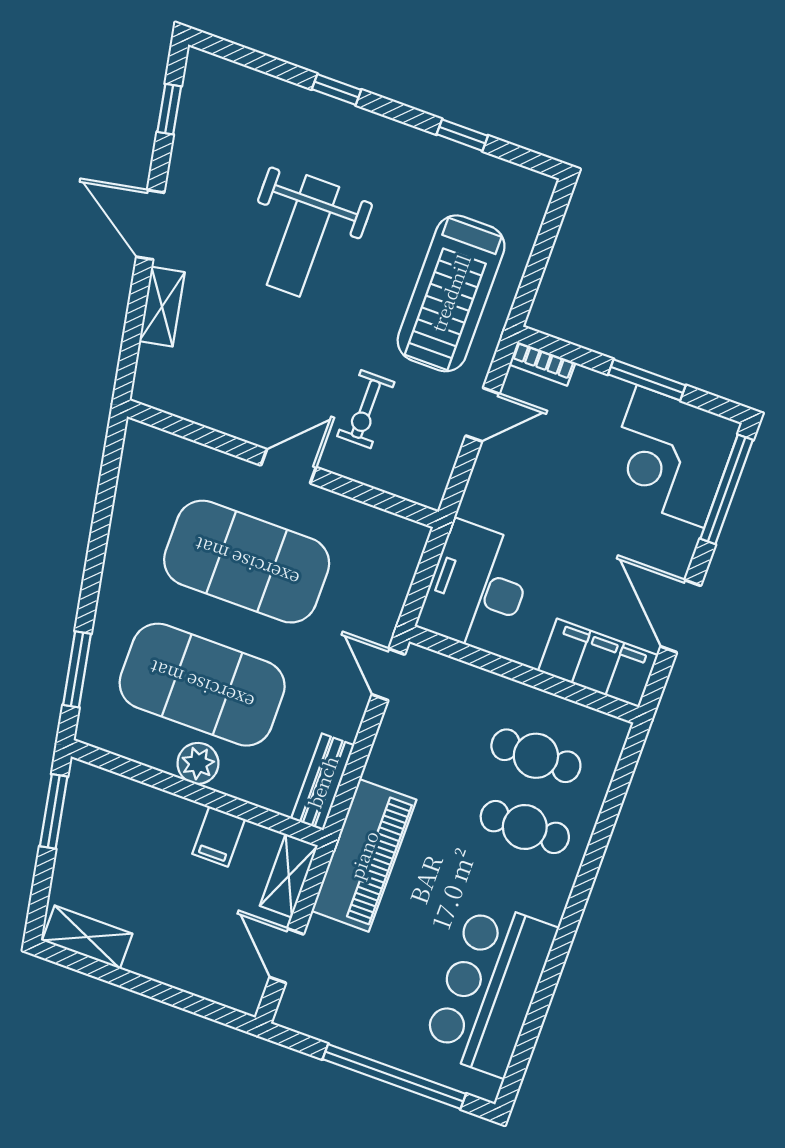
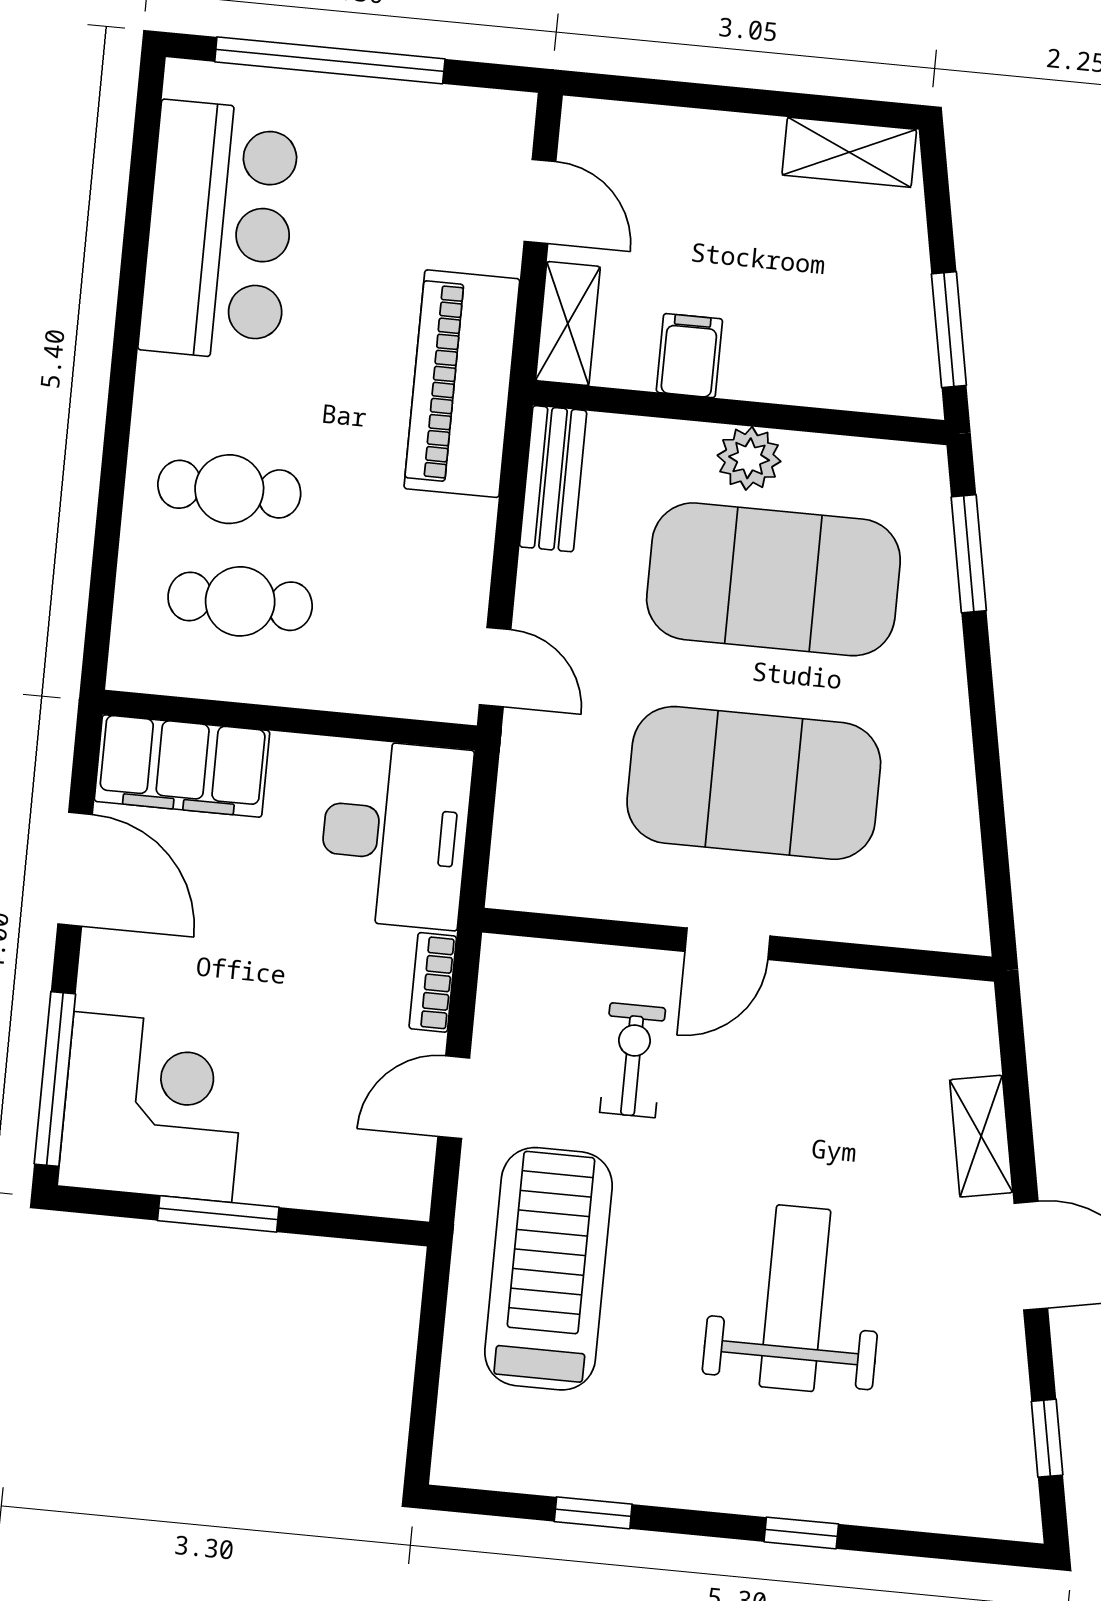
bookcase: (542, 364) -> (433, 982), moved, turned -90

